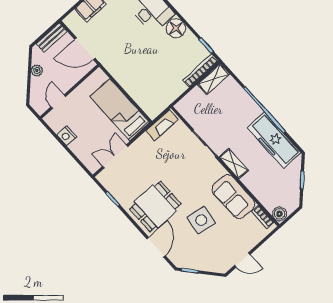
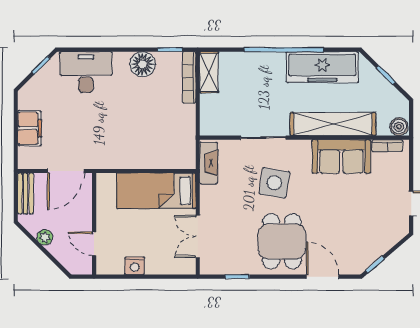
floor lamp: (176, 28) -> (143, 64), moved
shelving: (234, 164) -> (333, 124), width x2.20, depth x1.33
side table: (201, 220) -> (274, 183), moved

